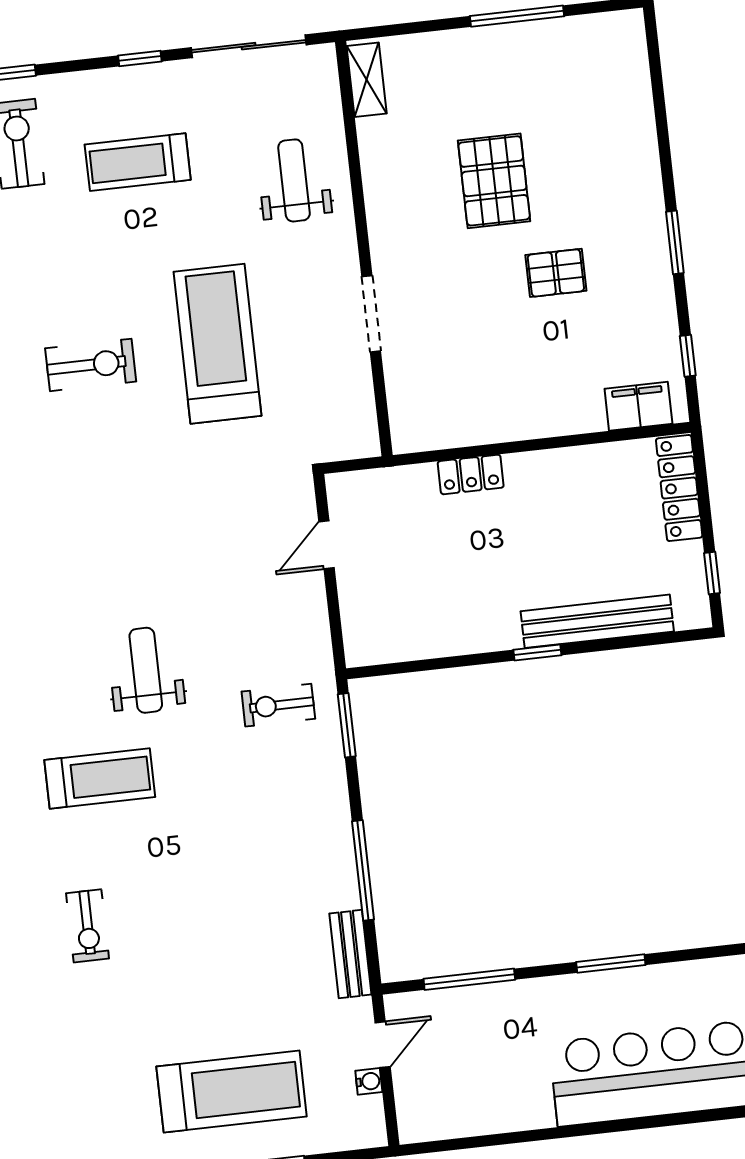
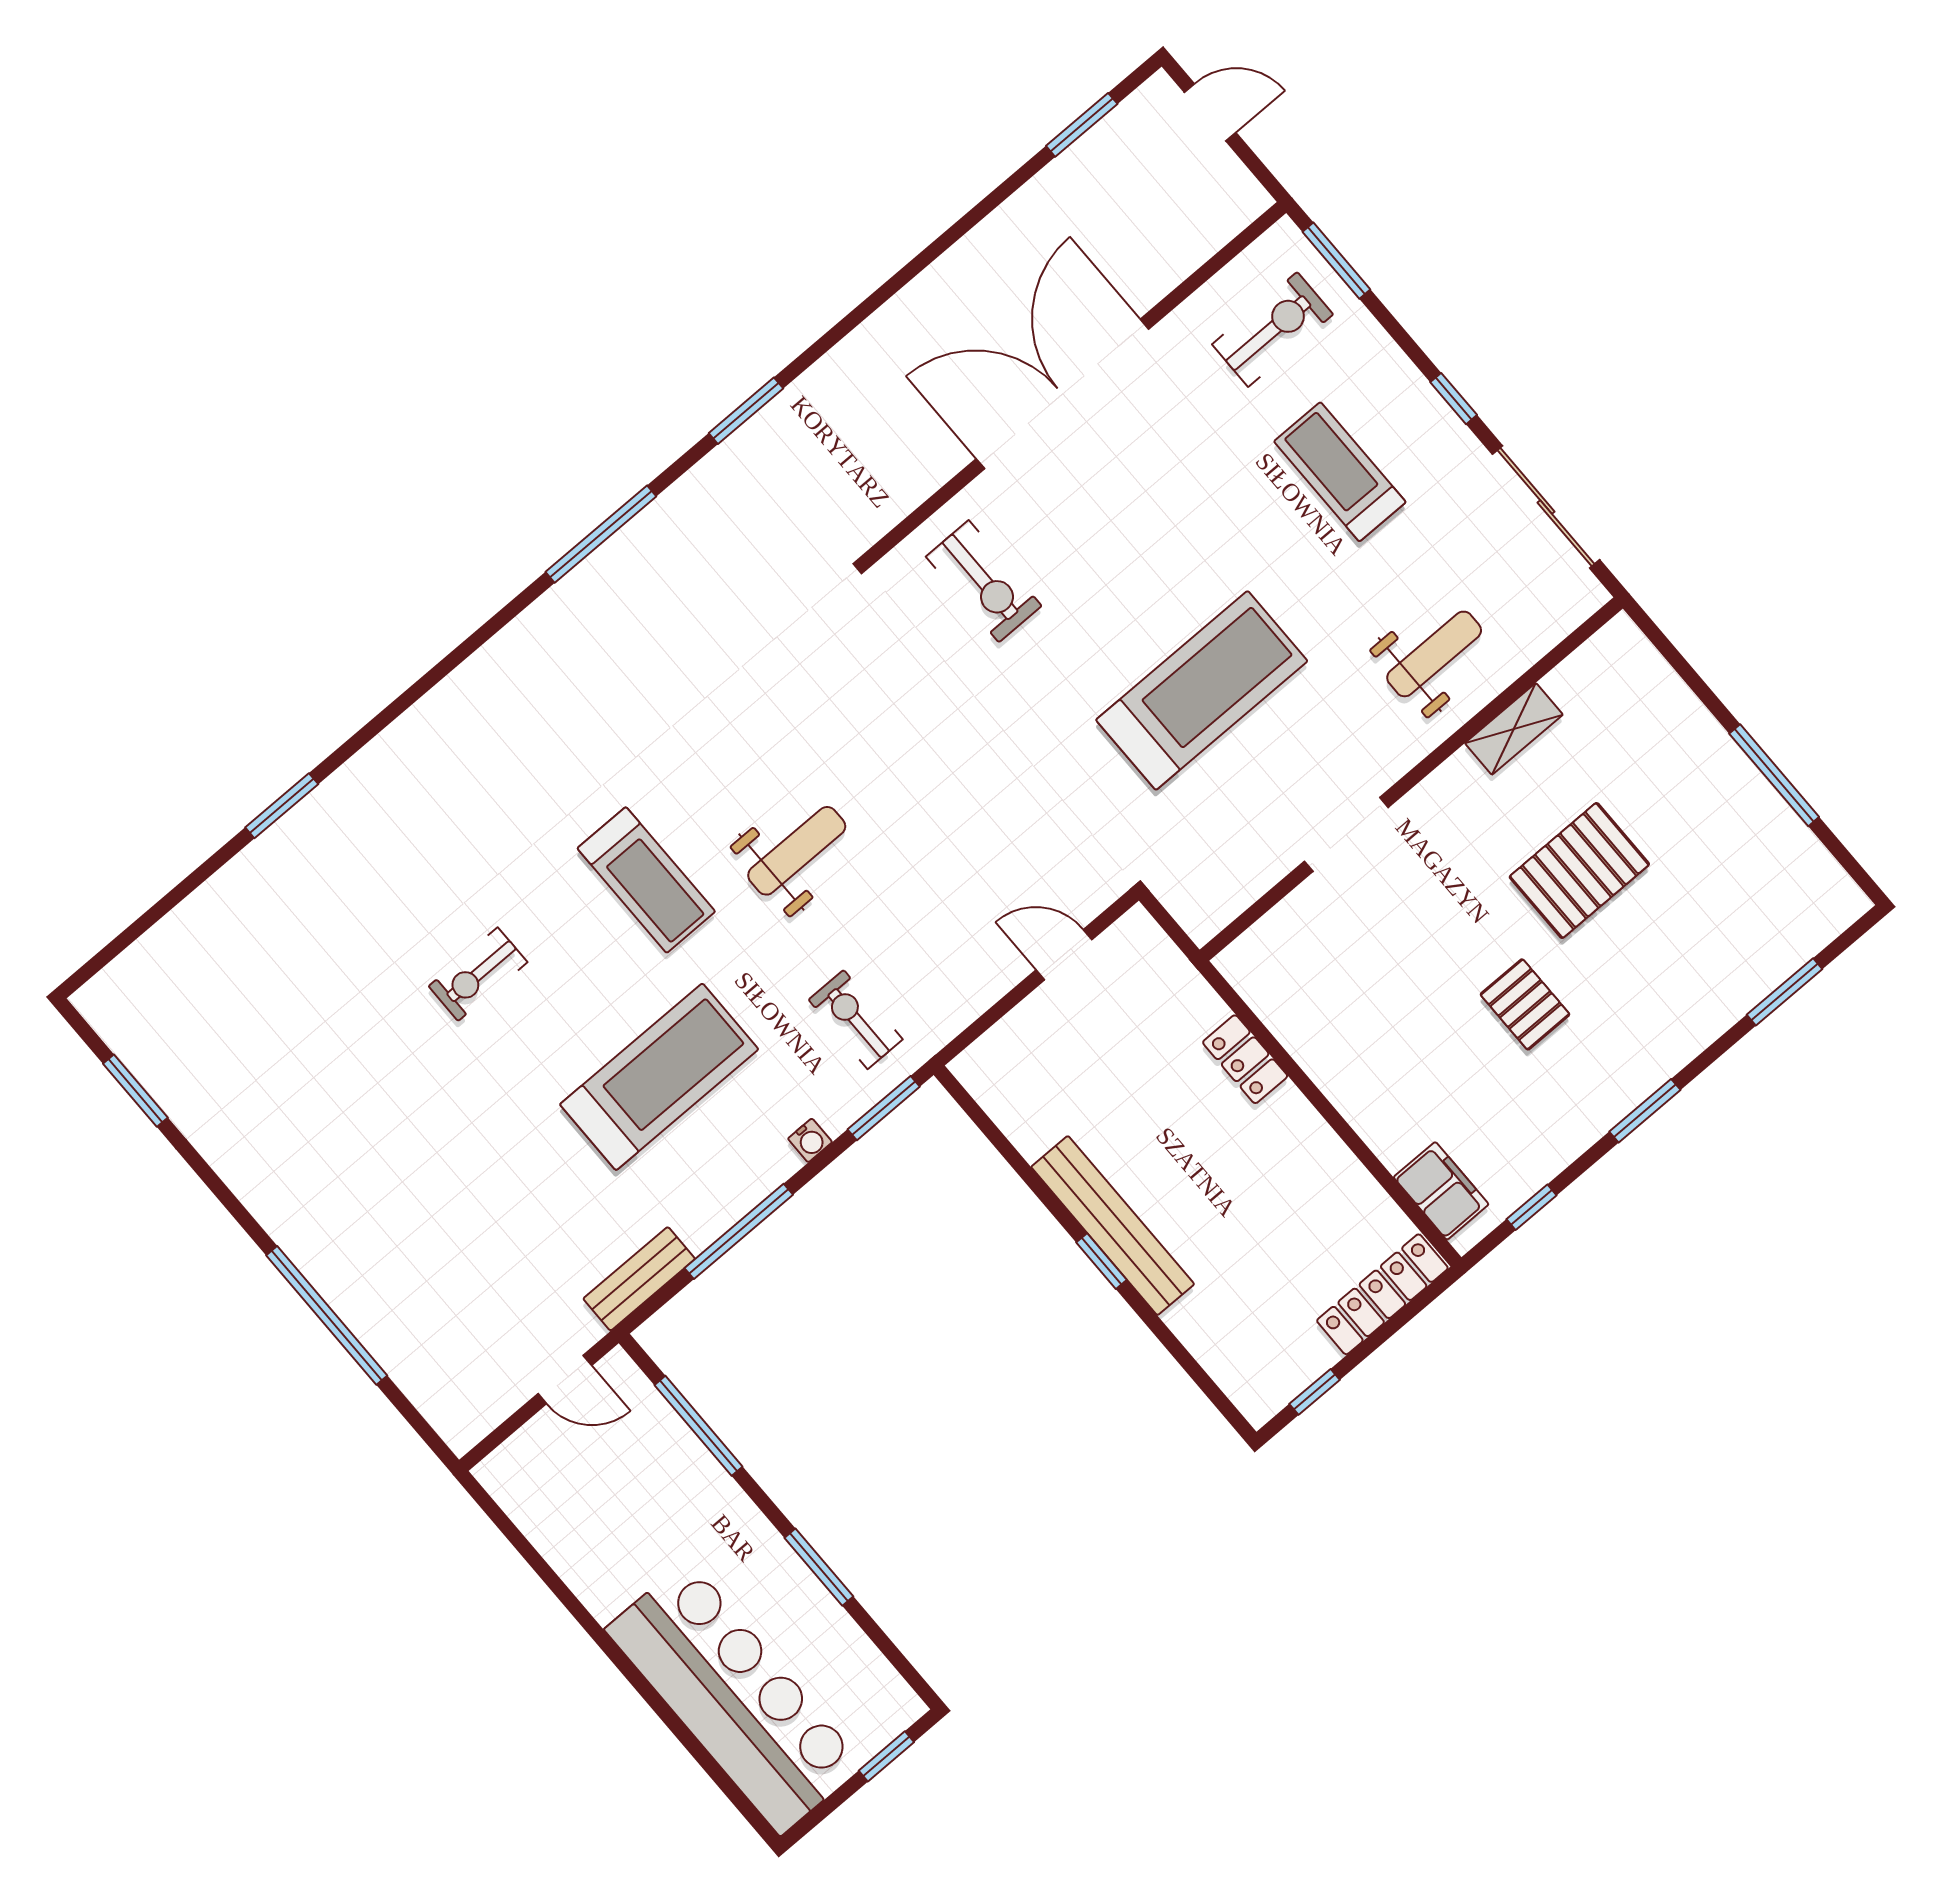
shelving: (367, 80) -> (1514, 729), moved
window: (659, 103) -> (1785, 992), added
exercise bike: (91, 365) -> (984, 581), moved
bench: (597, 621) -> (1113, 1226), moved
water cooler: (369, 1081) -> (810, 1140), moved
treadmill: (232, 1092) -> (659, 1077), moved, turned -90

